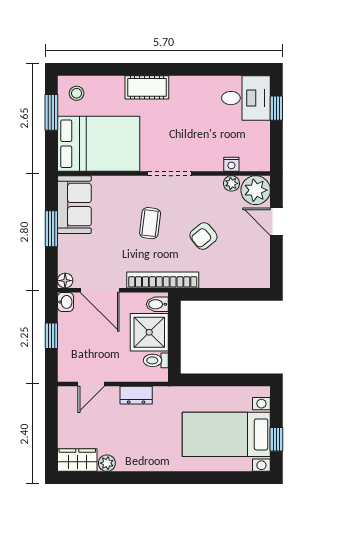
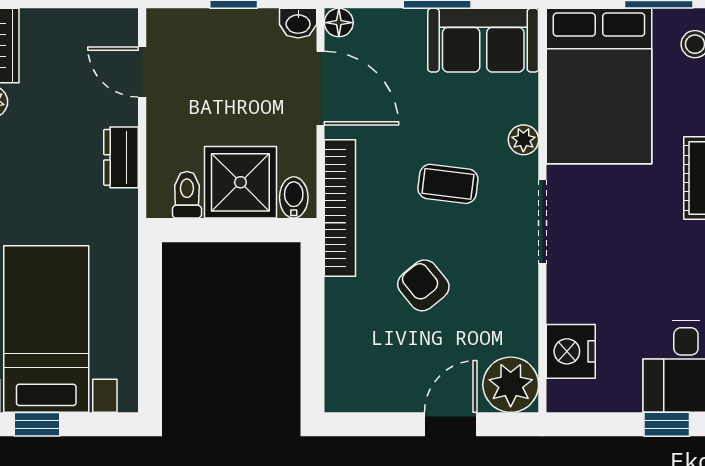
nightstand: (231, 164) -> (571, 351), width x1.89, depth x1.79
plant: (232, 183) -> (523, 140), moved
door: (100, 290) -> (320, 88), swing flipped

